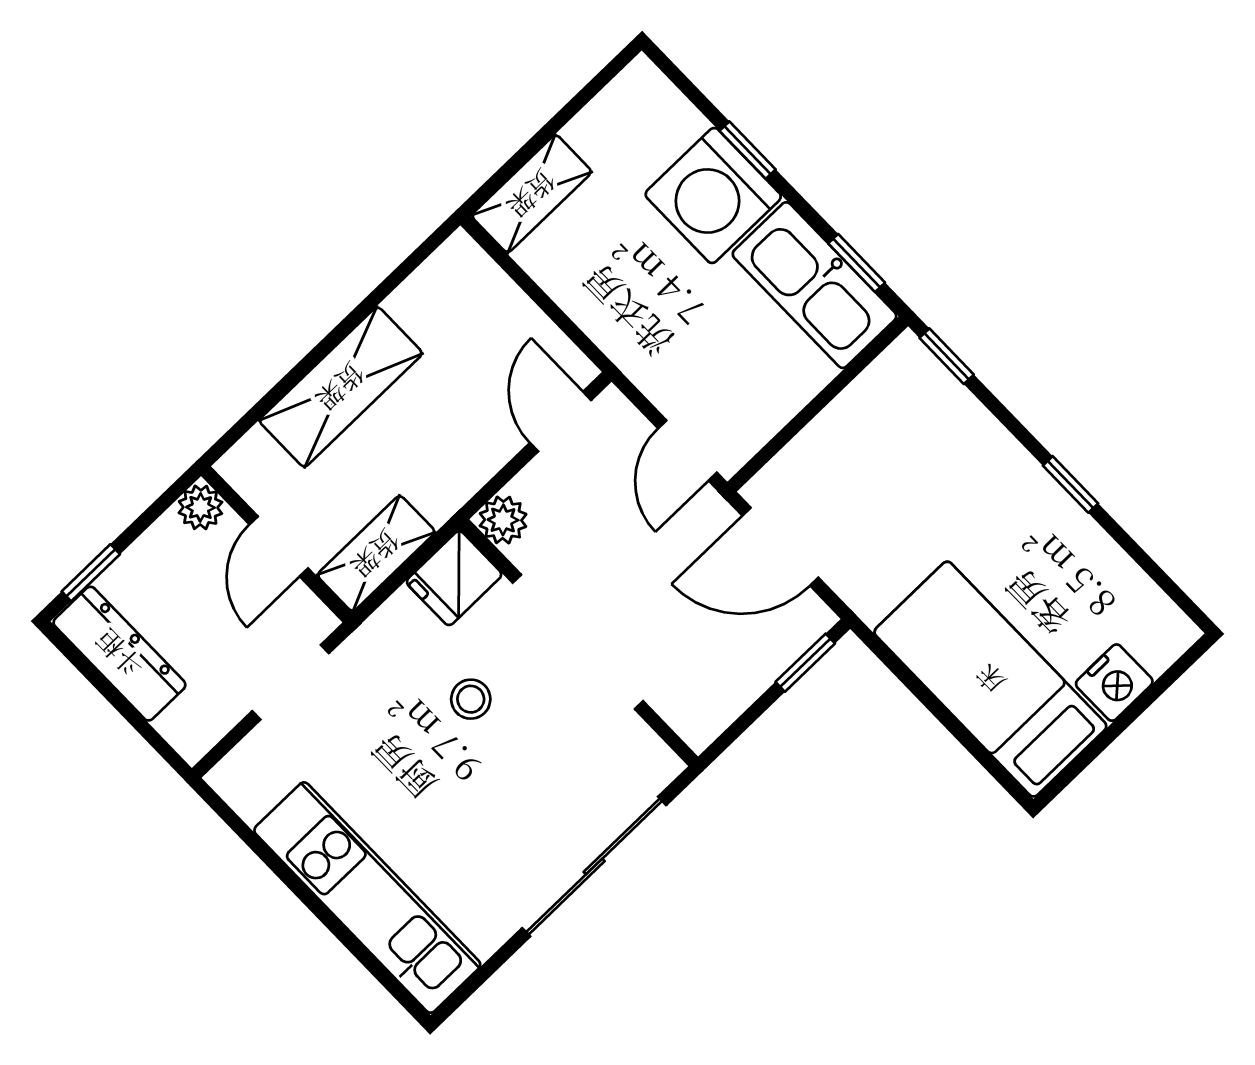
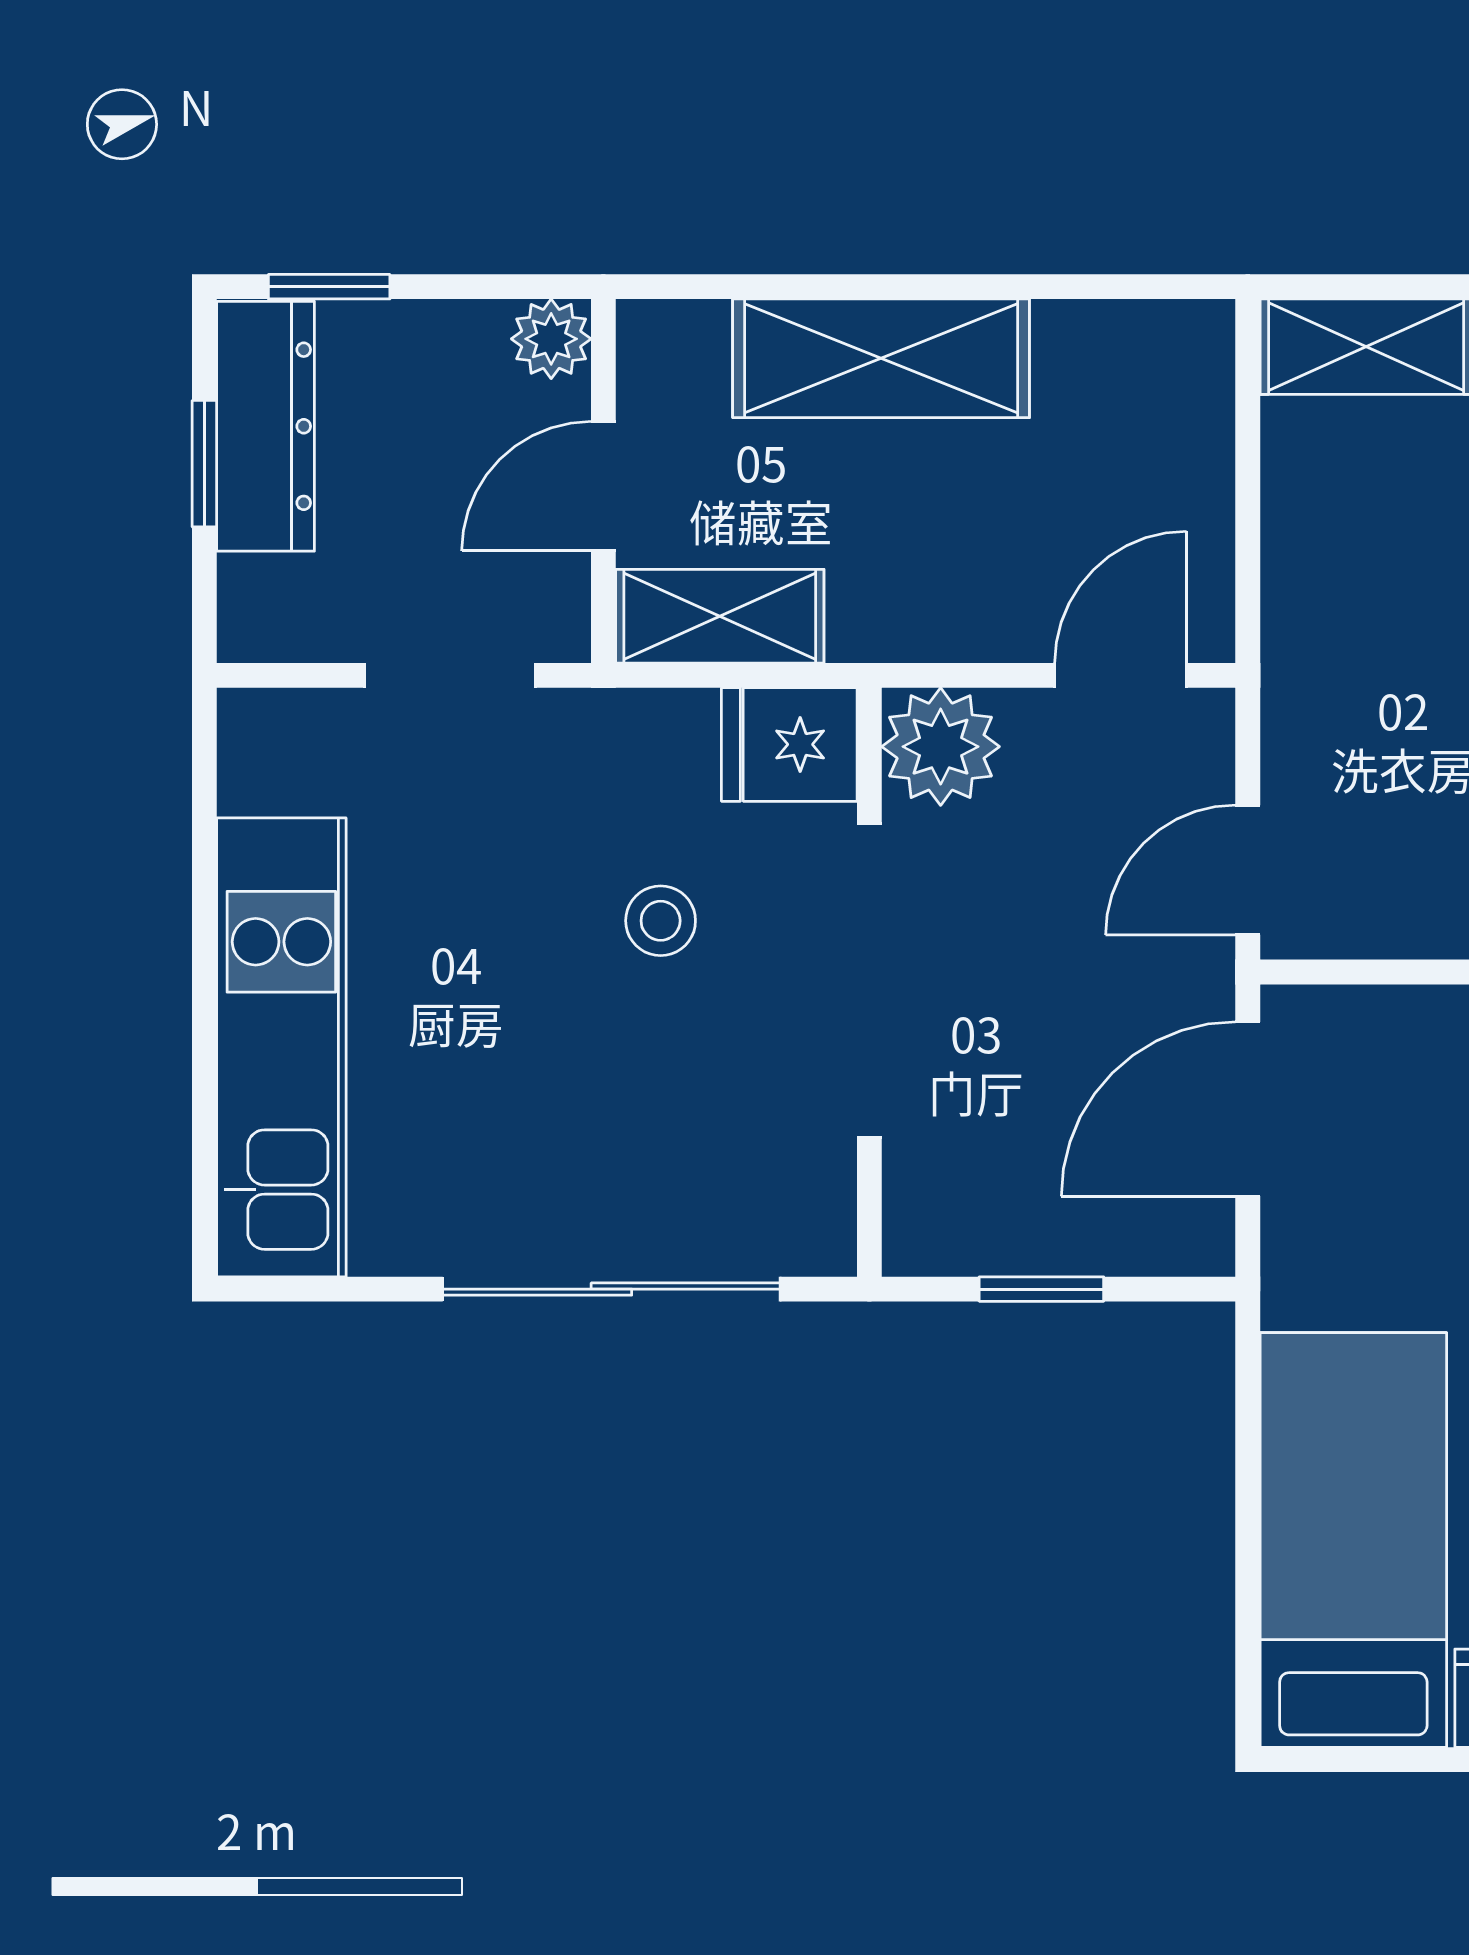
plant: (503, 520) -> (941, 747), width x1.38, depth x1.38
door: (780, 547) -> (1248, 1109), hinge flipped
window: (805, 663) -> (1041, 1289), moved
window: (109, 692) -> (204, 464), added

